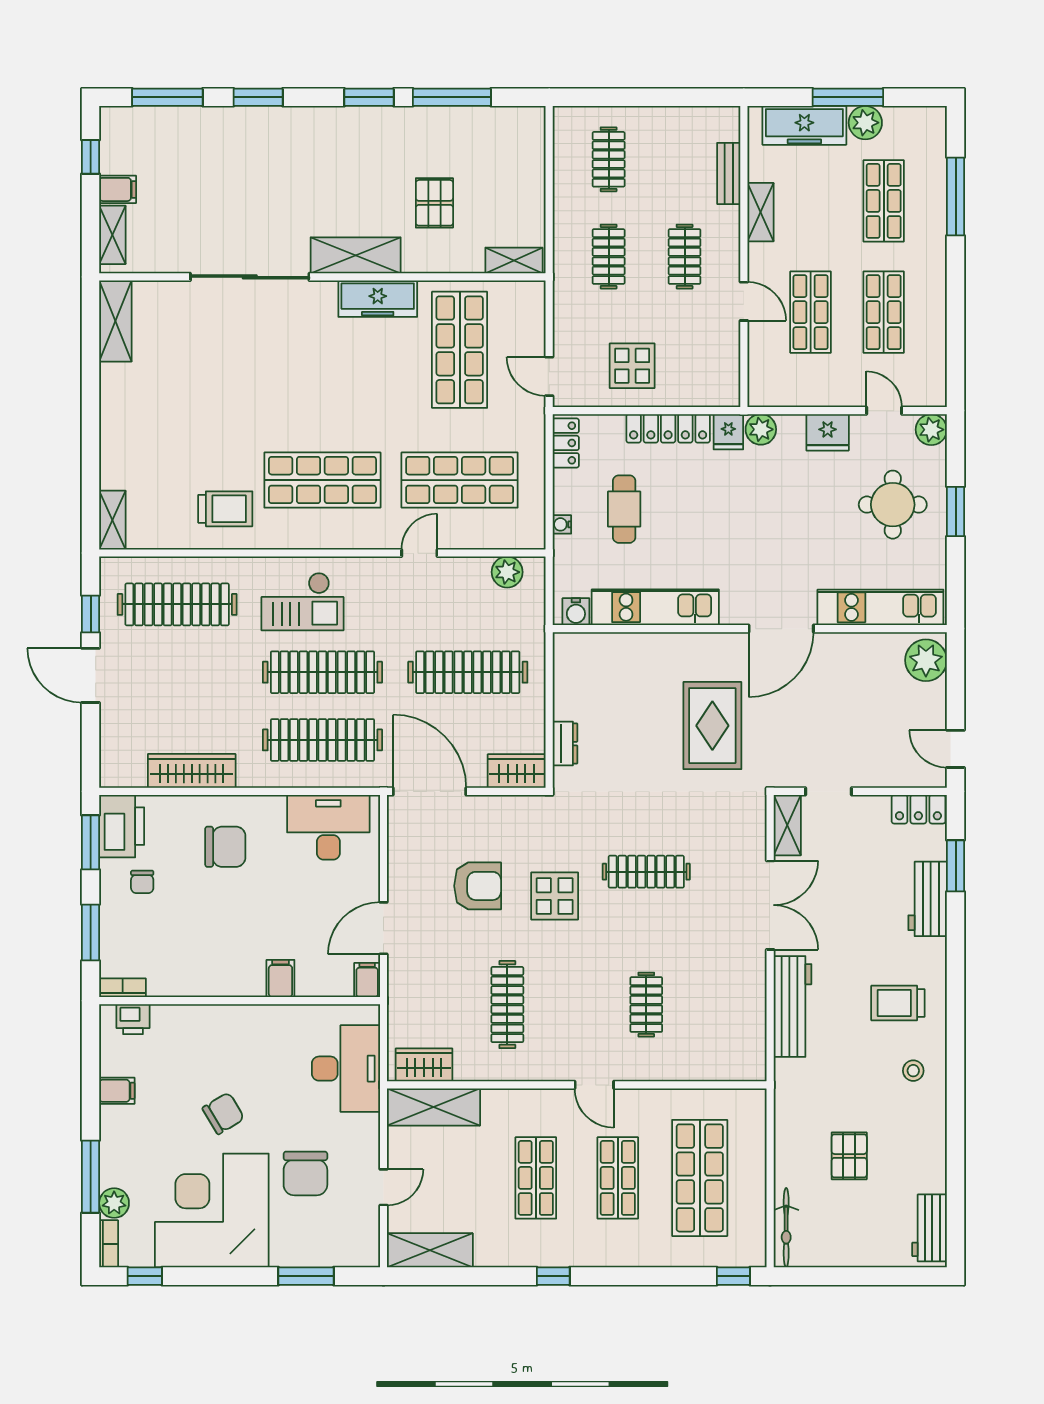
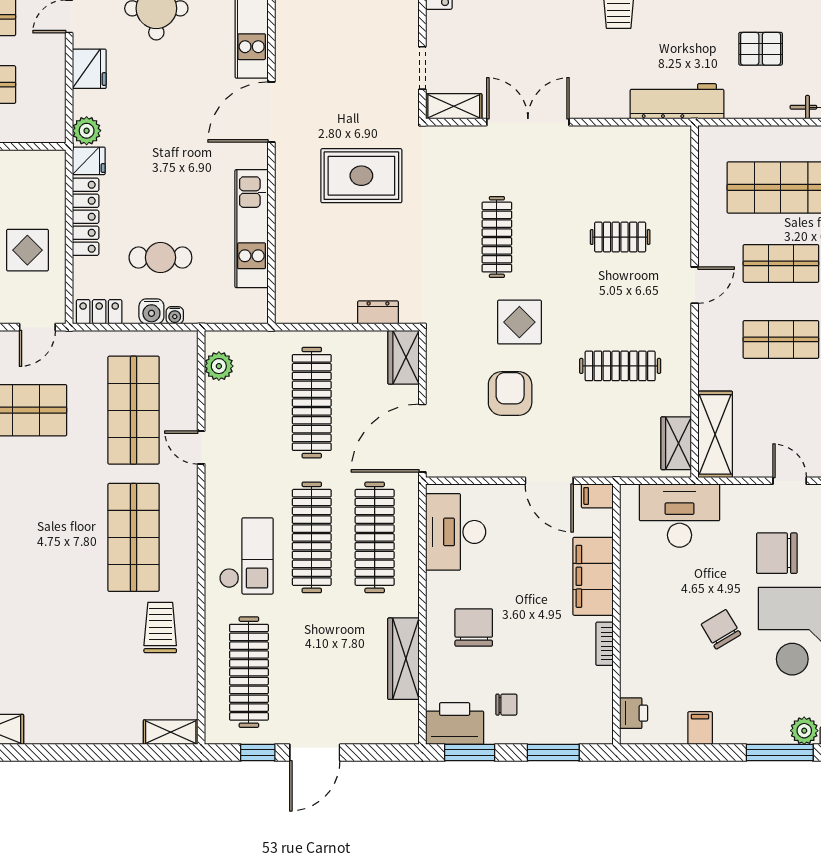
water cooler: (576, 612) -> (151, 311), moved, turned 90
door: (781, 629) -> (271, 112), swing flipped
filing cabinet: (280, 978) -> (593, 576), width x3.00, depth x1.17
bookcase: (123, 988) -> (605, 644), moved
workbench: (793, 1006) -> (677, 101), moved
chair: (305, 1173) -> (777, 553), turned 180

